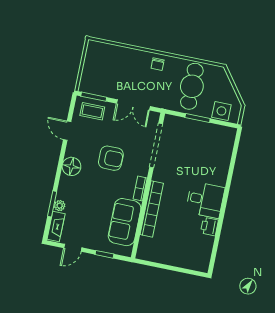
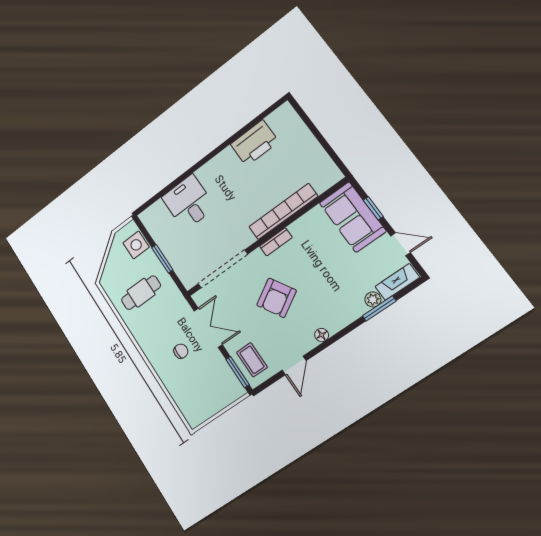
chair: (158, 64) -> (181, 351), moved
cafe table: (192, 86) -> (141, 293), width x0.73, depth x0.74
armchair: (111, 158) -> (276, 298), turned -121
floor lamp: (71, 166) -> (322, 335), width x0.53, depth x0.53
desk: (205, 200) -> (189, 202), moved
sofa: (125, 222) -> (353, 217), moved, turned 90
printer: (209, 227) -> (255, 143), width x1.87, depth x1.48

